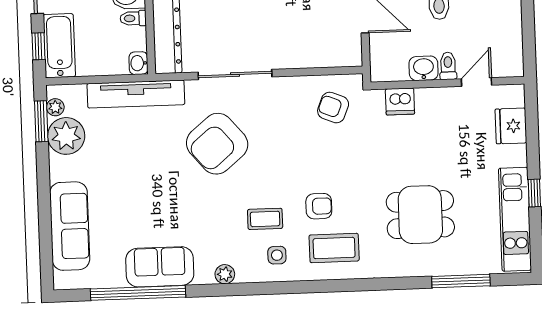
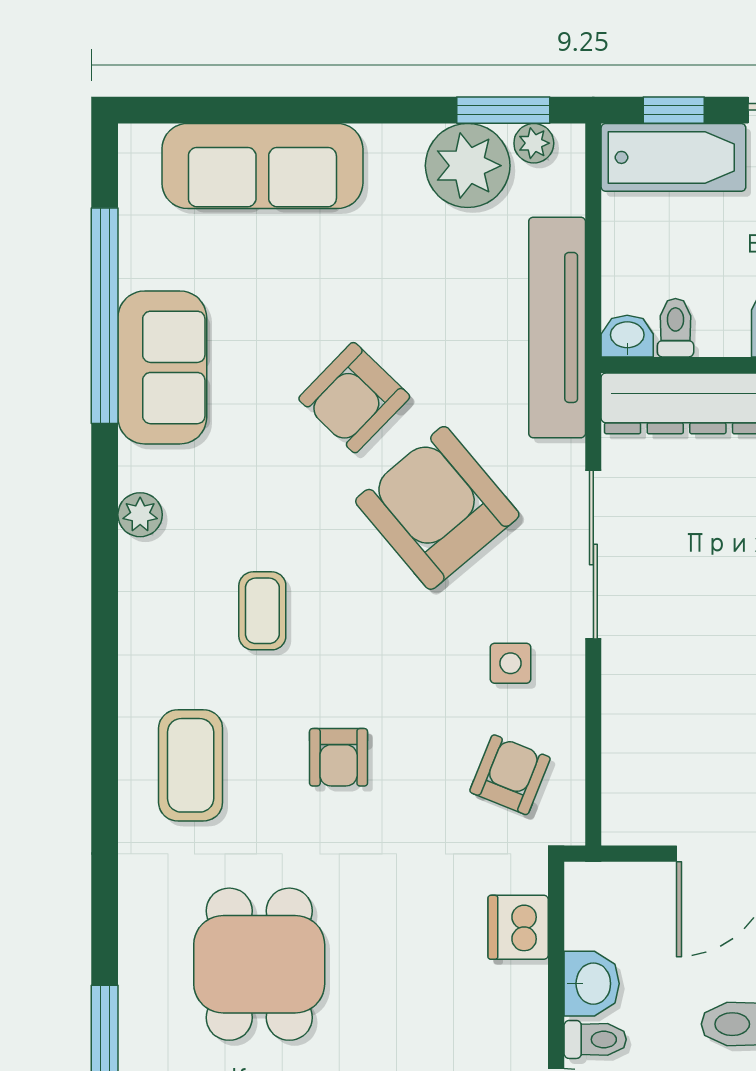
toilet: (133, 18) -> (675, 328), moved
armchair: (170, 182) -> (354, 398), added
armchair: (319, 206) -> (339, 757), moved
side table: (277, 255) -> (510, 663), moved

